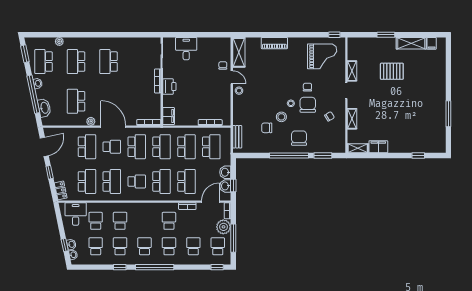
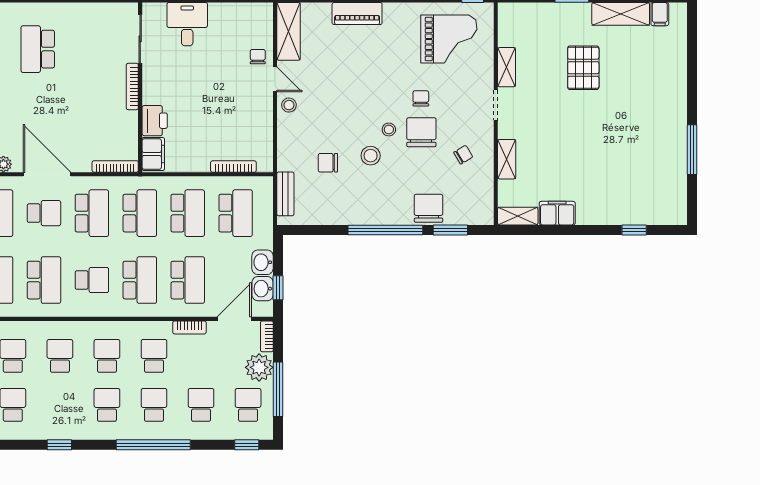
pallet: (392, 71) -> (583, 68), turned 90
printer: (169, 87) -> (155, 121), moved
chair: (267, 128) -> (328, 163), moved
chair: (299, 138) -> (429, 208), moved
school desk: (120, 246) -> (107, 356), moved
window: (155, 267) -> (153, 445), moved

